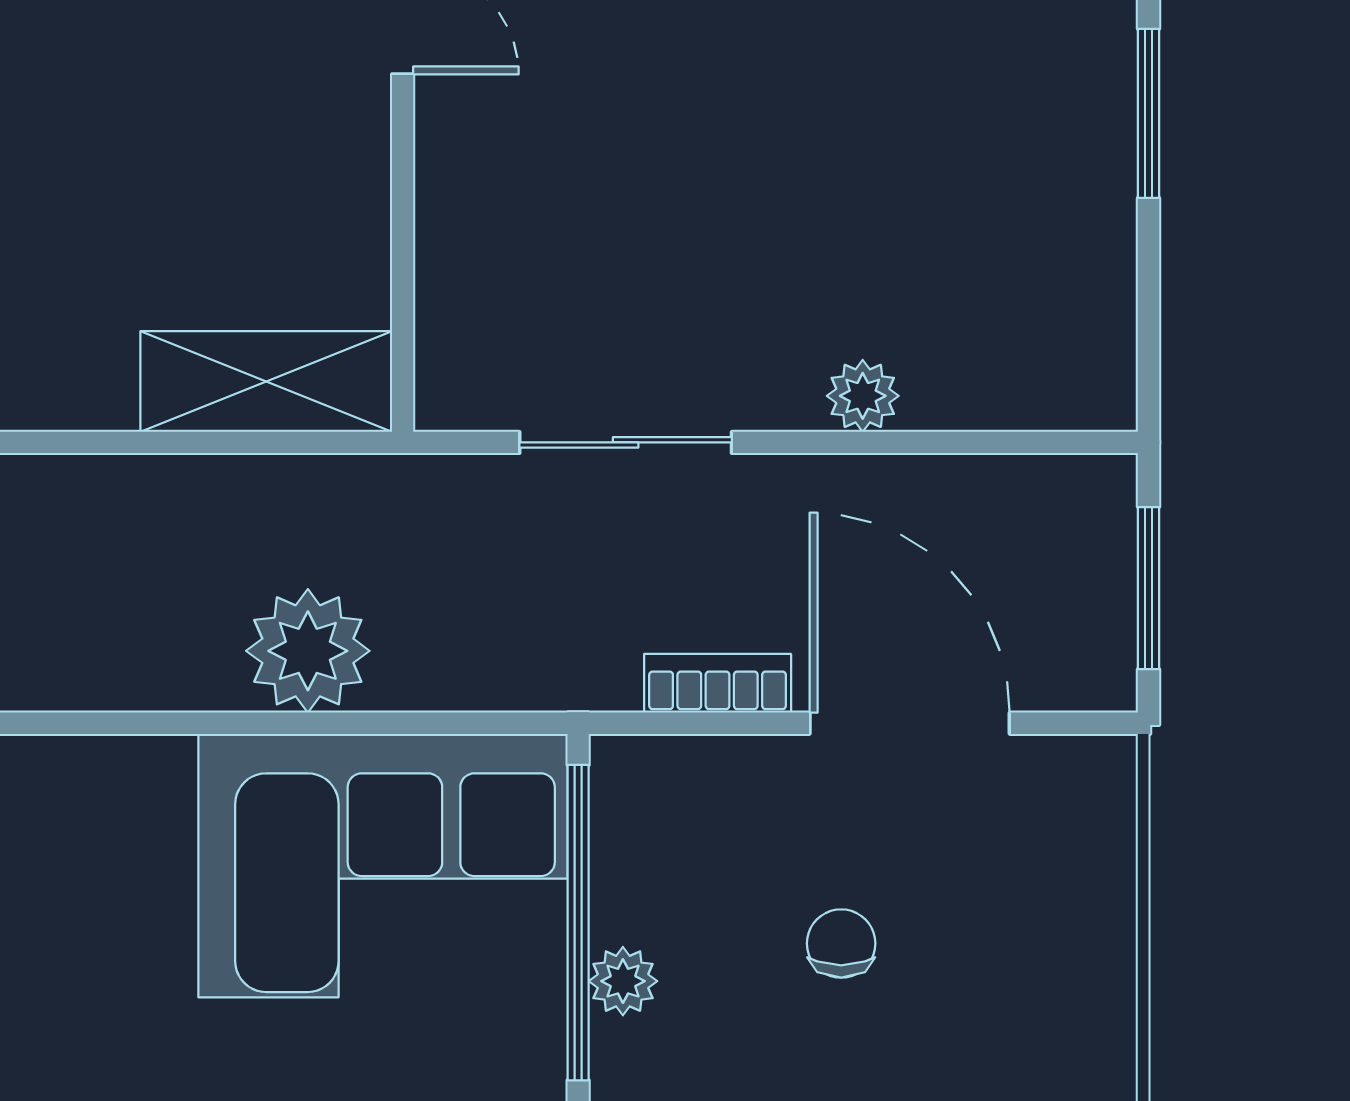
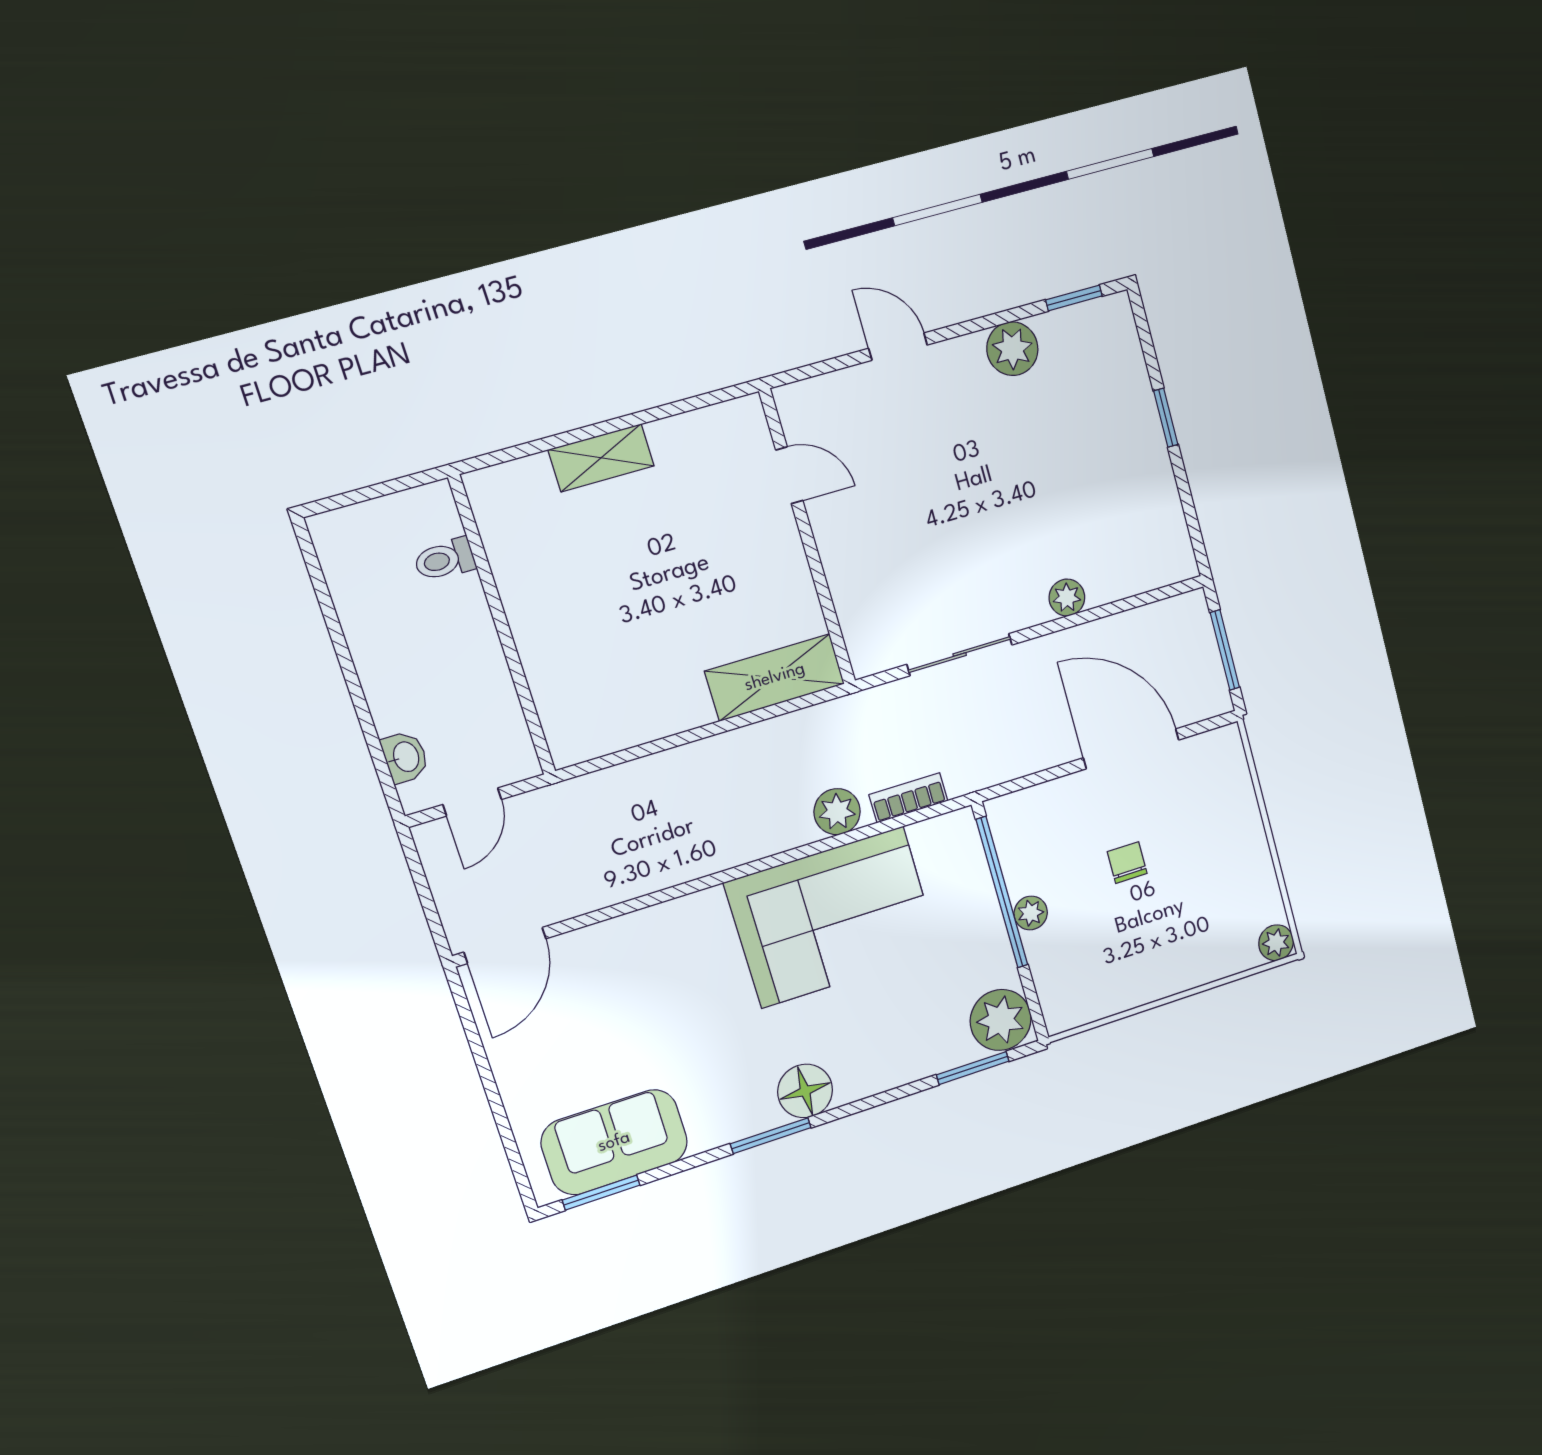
window: (1148, 113) -> (1166, 418), width x0.67
plant: (308, 651) -> (837, 812), width x0.73, depth x0.73
bookcase: (718, 683) -> (908, 798), moved
corner sofa: (383, 866) -> (832, 917), moved

